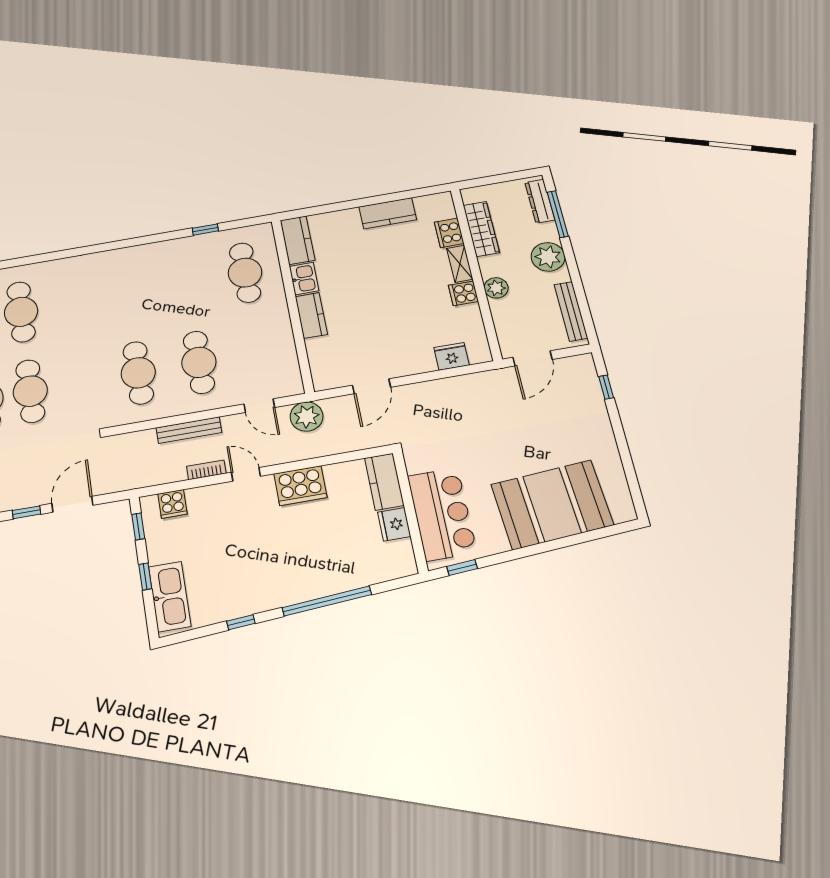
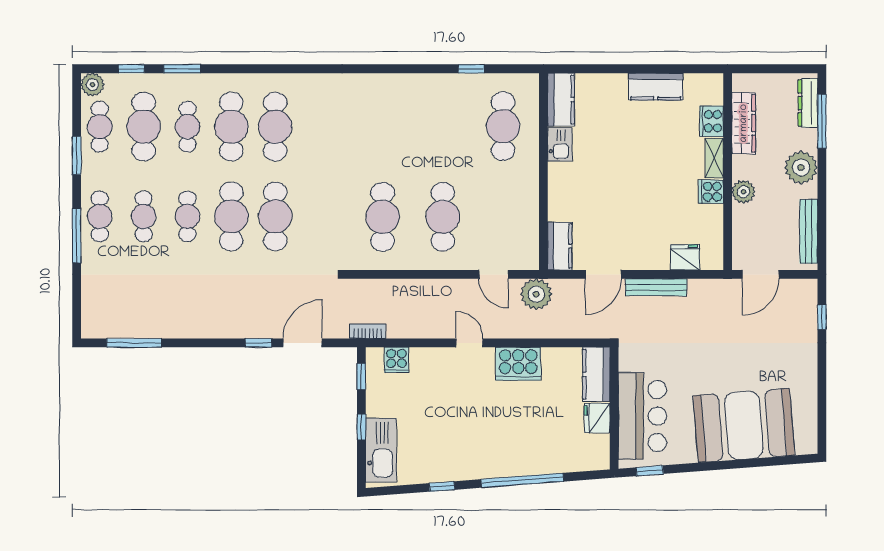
kitchen counter: (311, 315) -> (560, 246), moved
bench: (189, 430) -> (656, 287), moved
bookcase: (206, 470) -> (368, 331), moved

